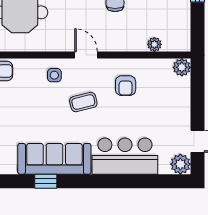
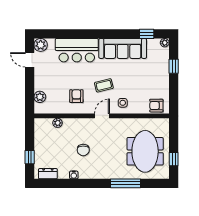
door: (86, 55) -> (102, 116), swing flipped
plant: (182, 67) -> (40, 97), moved
window: (46, 181) -> (147, 34), moved

